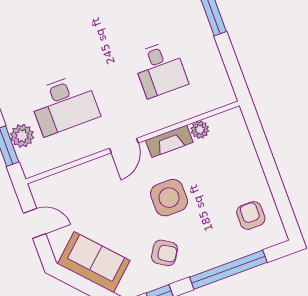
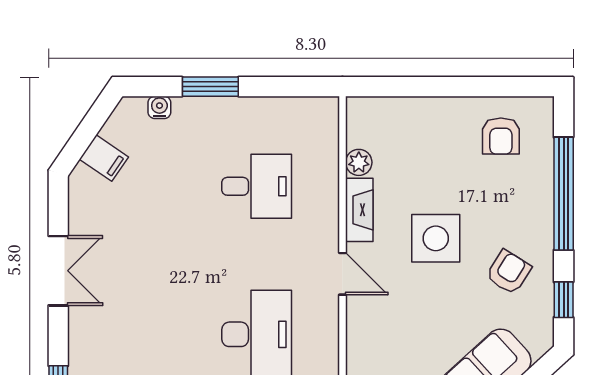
armchair: (251, 215) -> (501, 136), turned -90

